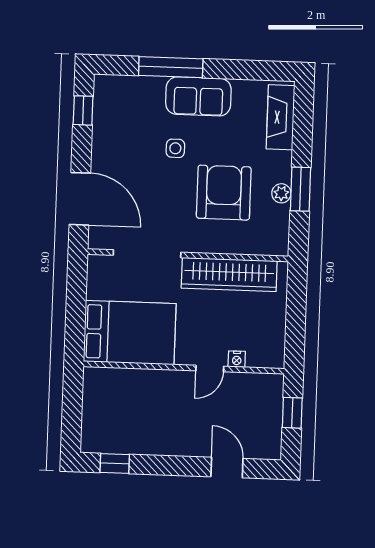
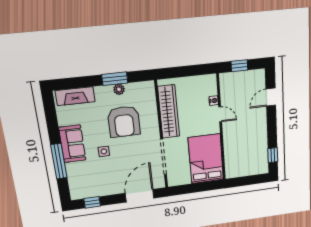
armchair: (224, 193) -> (124, 122), turned -90

